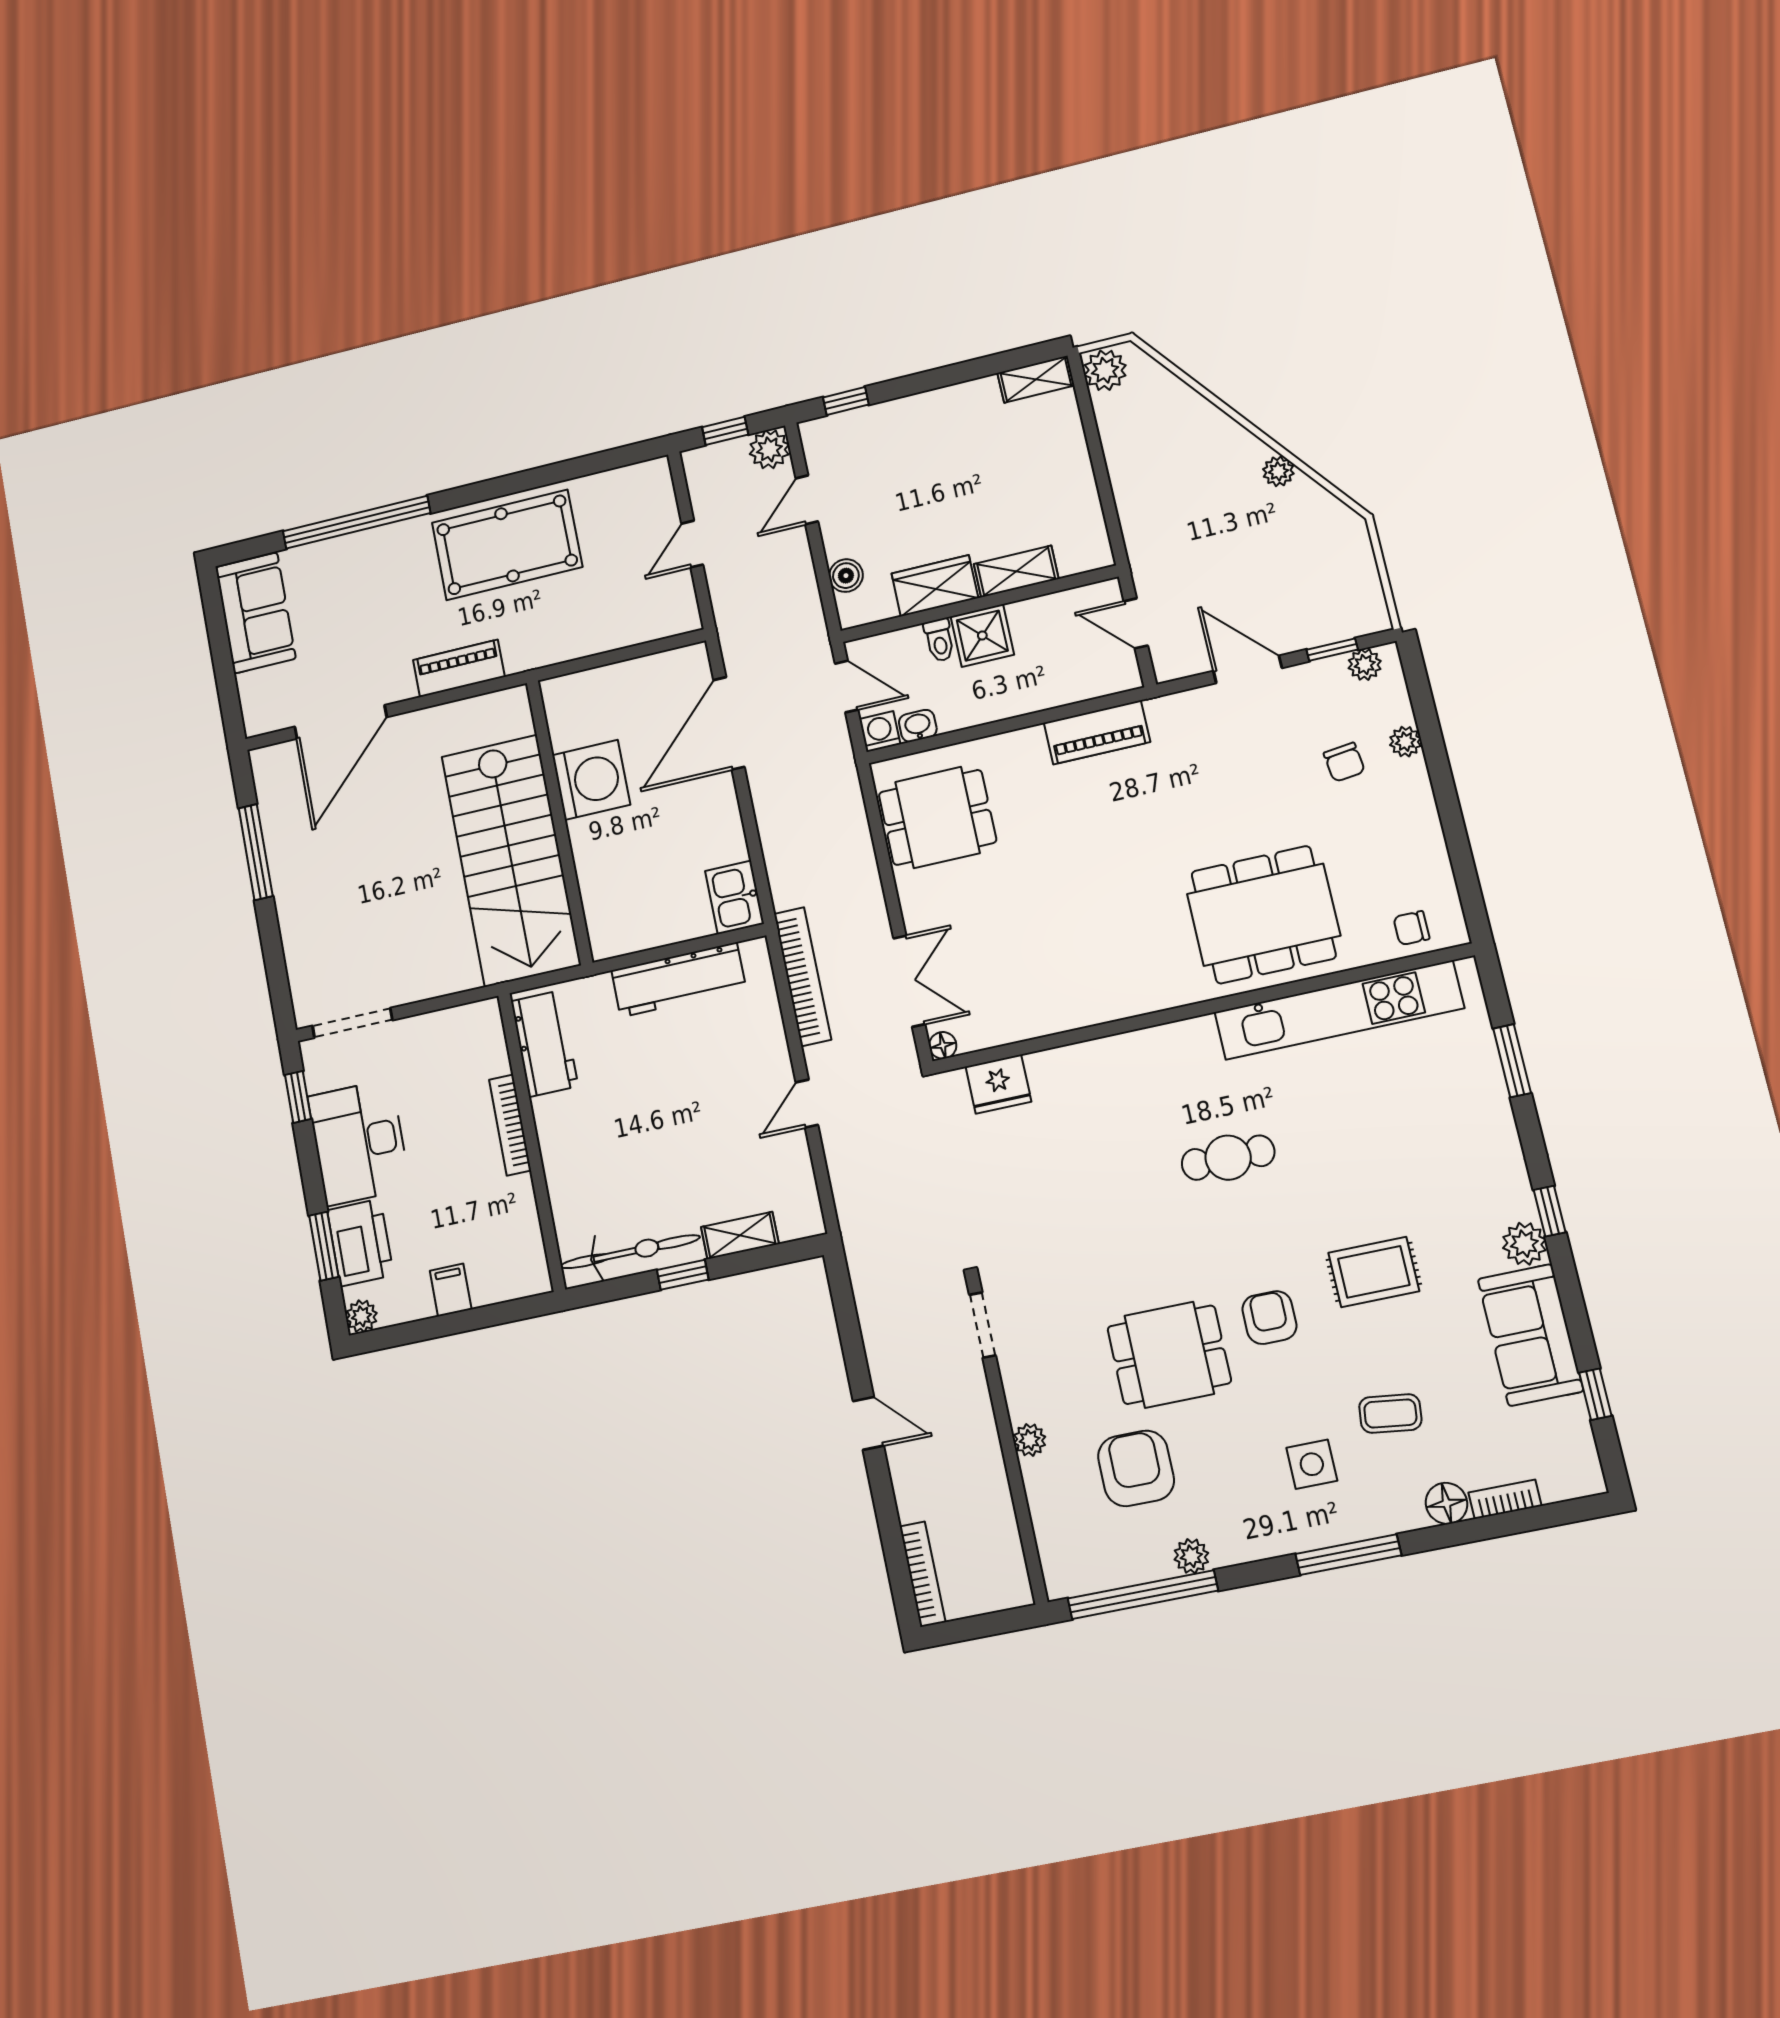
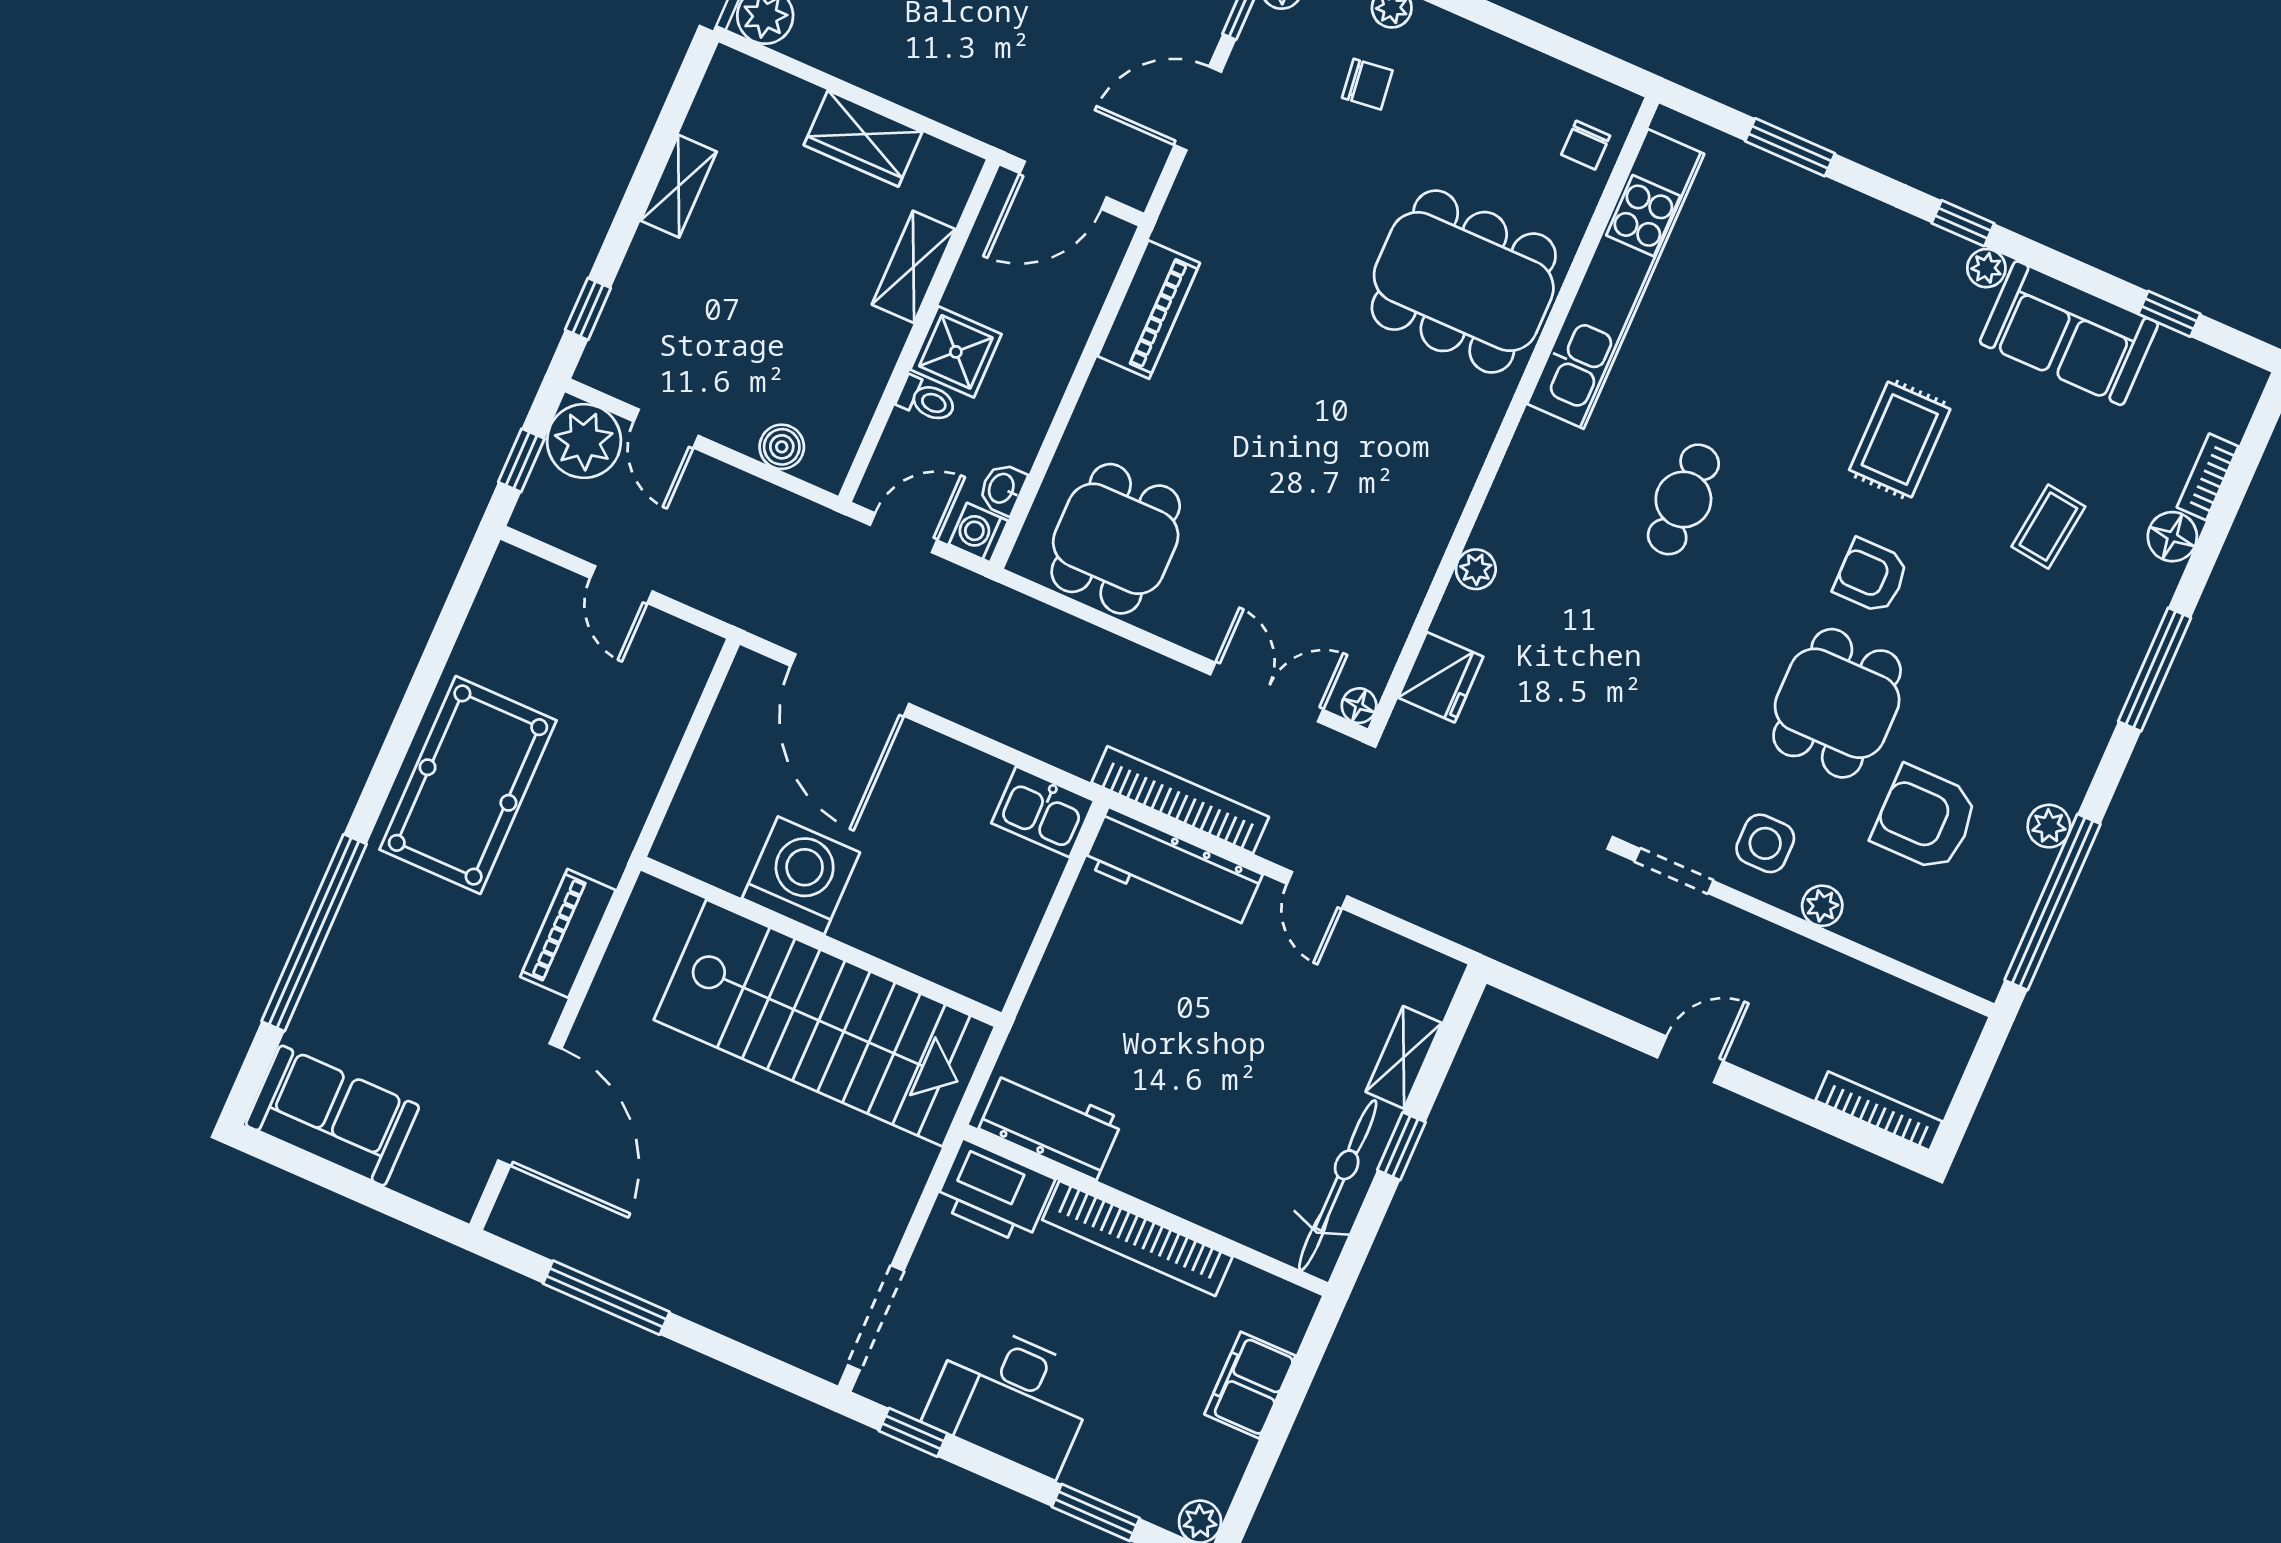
shelving: (1036, 379) -> (679, 186), moved
plant: (769, 449) -> (584, 441), width x1.36, depth x1.36
wardrobe: (935, 586) -> (863, 138), moved, turned -90
door: (1136, 623) -> (1063, 185), width x1.38
dining table: (1263, 915) -> (1464, 282), turned 90
workbench: (679, 980) -> (1173, 870), moved, turned 90
plant: (1084, 1056) -> (1476, 569), added
bookcase: (510, 1125) -> (1137, 1238), width x1.48, depth x1.31
printer: (360, 1243) -> (995, 1192), moved, turned 180
plant: (1524, 1244) -> (1986, 268), width x0.73, depth x0.73
filing cabinet: (451, 1290) -> (1250, 1385), width x2.00
side table: (1312, 1464) -> (1765, 843), moved

